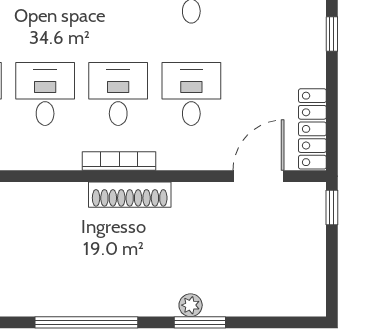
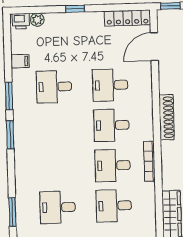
bookcase: (119, 161) -> (149, 161), moved
door: (259, 176) -> (154, 47), hinge flipped

